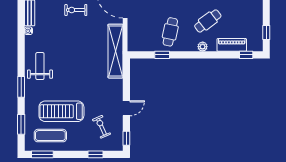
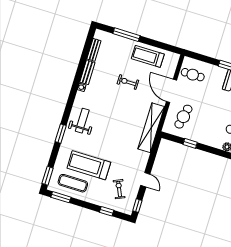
cafe table: (170, 32) -> (183, 117), moved
door: (126, 108) -> (145, 180), hinge flipped
window: (21, 124) -> (48, 176), moved

